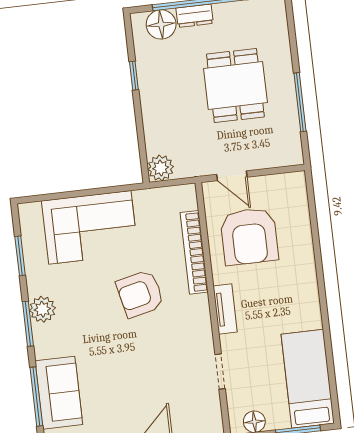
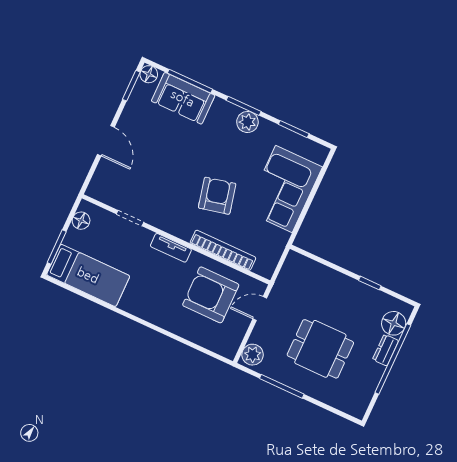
plant: (161, 168) -> (253, 355), moved

